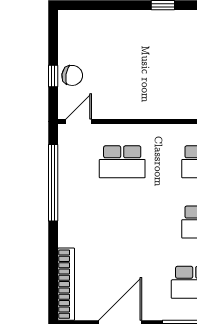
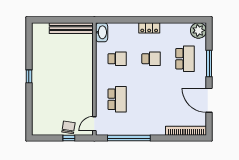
door: (79, 122) -> (94, 124), hinge flipped

